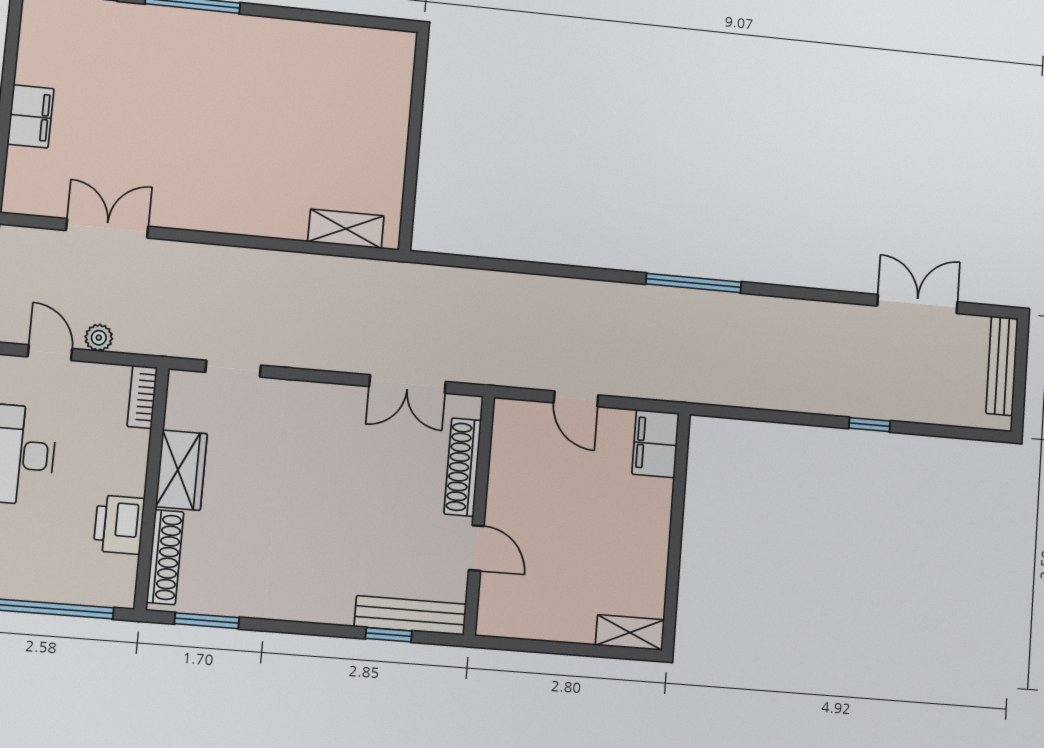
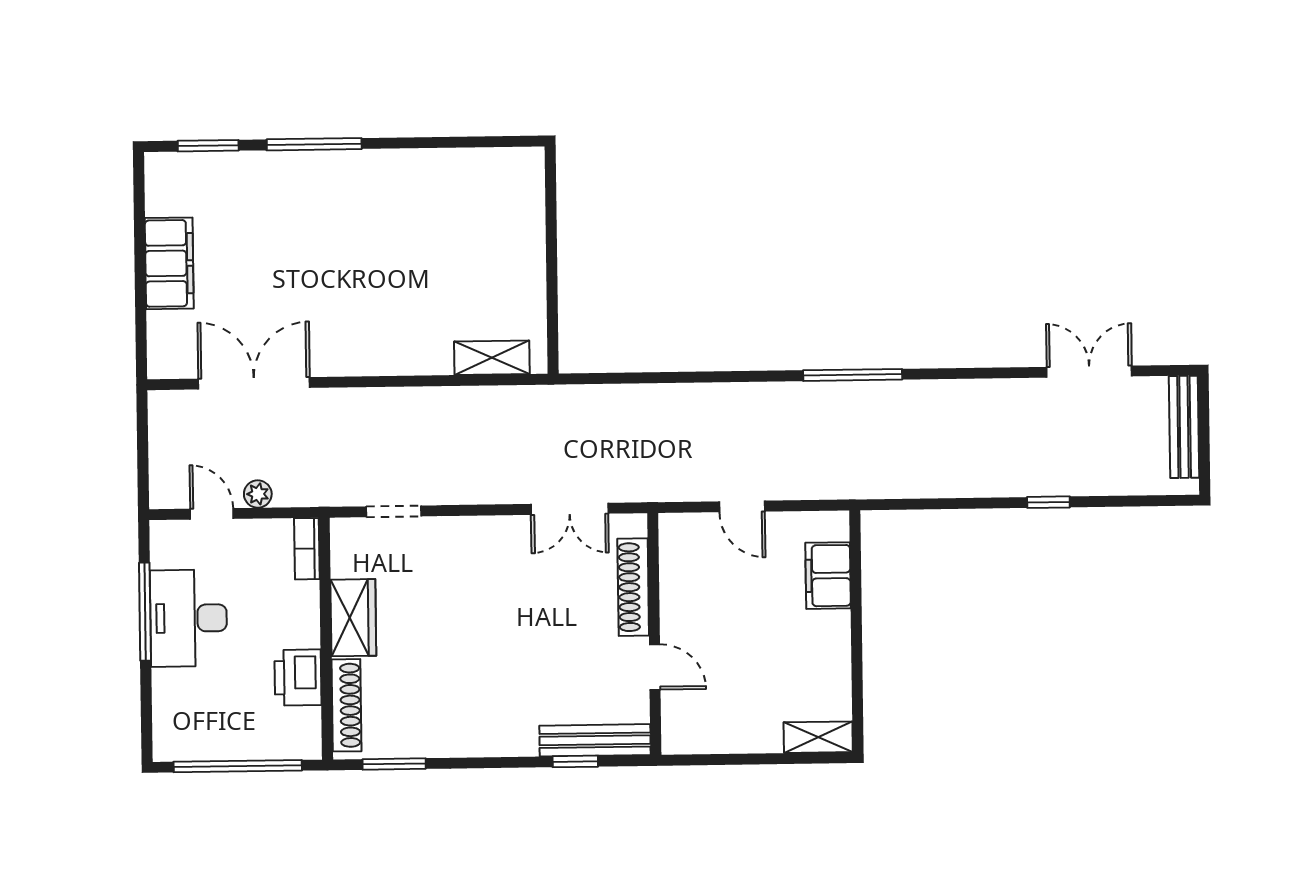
filing cabinet: (31, 116) -> (169, 263), width x1.50, depth x1.17
double door: (107, 228) -> (254, 383), width x1.37
filing cabinet: (656, 444) -> (828, 576), moved

